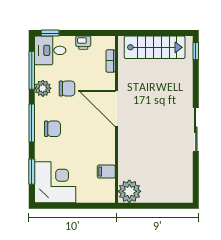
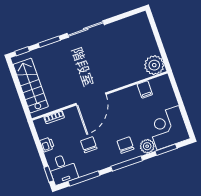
window: (196, 85) -> (49, 42), added
plant: (43, 88) -> (147, 146), moved

